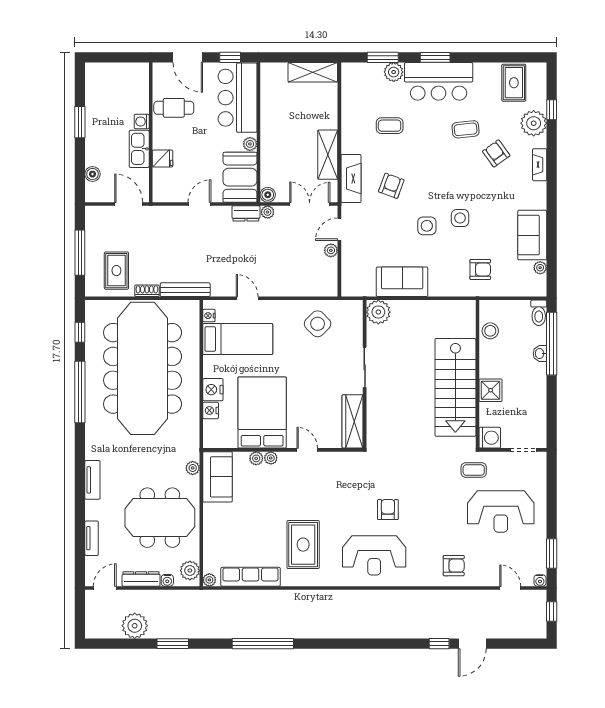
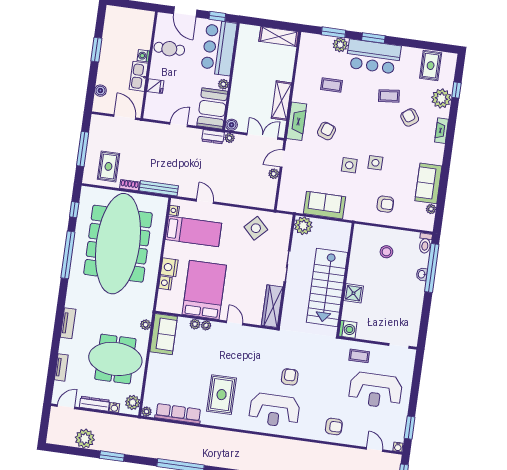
wall: (477, 374) -> (345, 280), moved
stairs: (455, 387) -> (327, 287), moved
shower: (491, 390) -> (353, 293), moved
washing machine: (490, 438) -> (348, 329), moved

